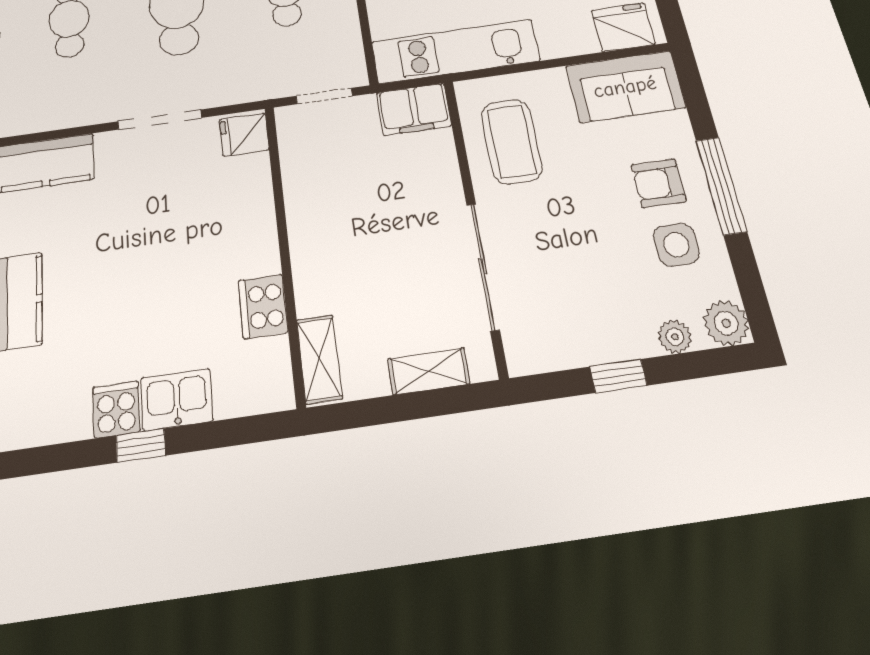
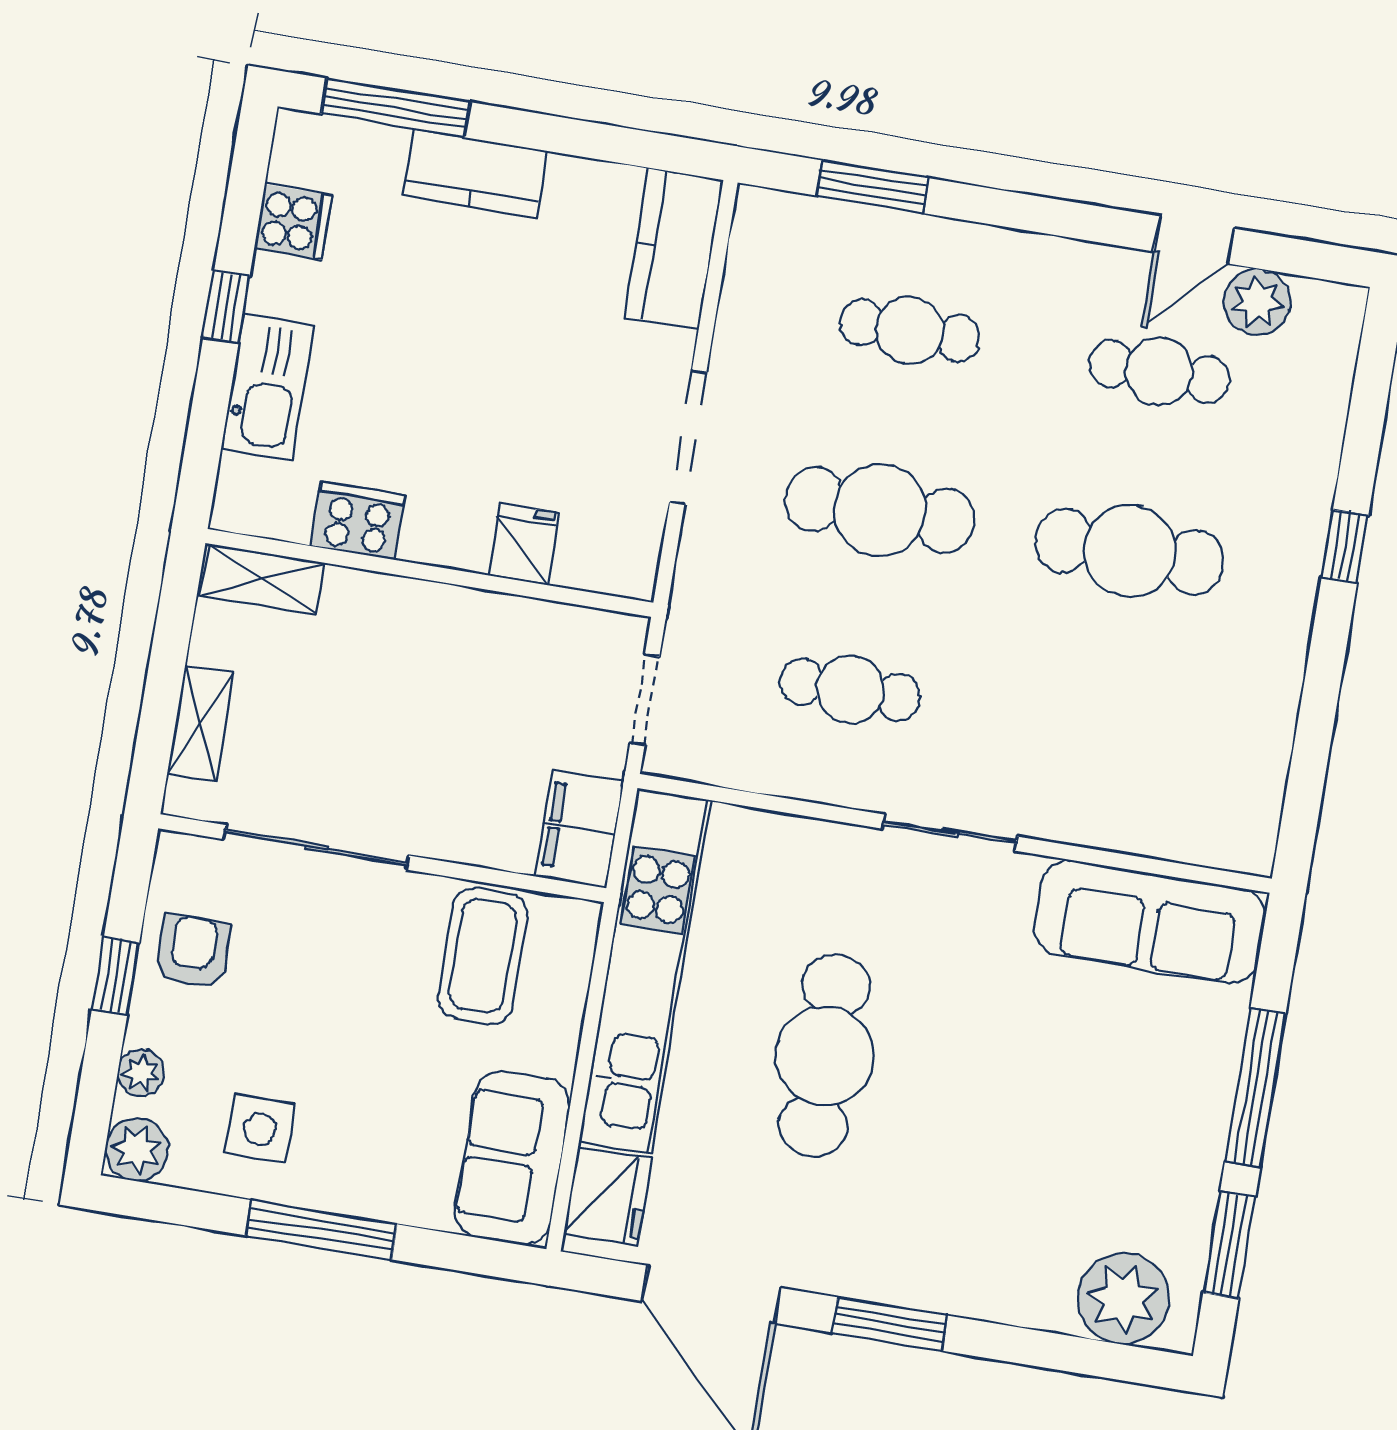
kitchen unit: (455, 51) -> (645, 971), width x1.36
fridge: (244, 135) -> (524, 544), moved
coffee table: (512, 141) -> (483, 956), turned 90
armchair: (659, 183) -> (192, 952), moved
kitchen sink: (177, 399) -> (267, 388), width x1.38
cooker: (116, 409) -> (293, 222), moved

